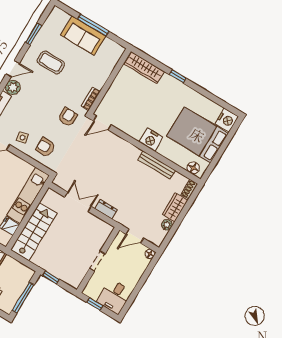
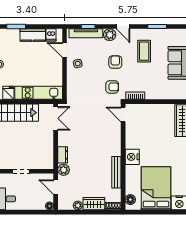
armchair: (46, 147) -> (115, 62), moved
double door: (78, 202) -> (56, 118), moved
plant: (122, 217) -> (64, 170), added

